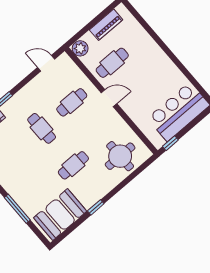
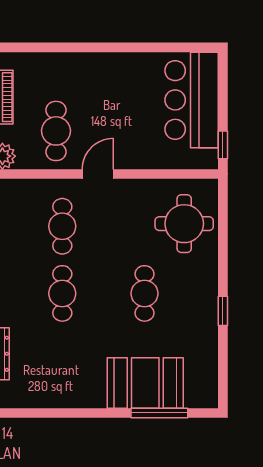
cafe table: (42, 128) -> (62, 293), turned 90
window: (17, 209) -> (159, 413), moved
booth: (60, 215) -> (145, 383), moved, turned 90

